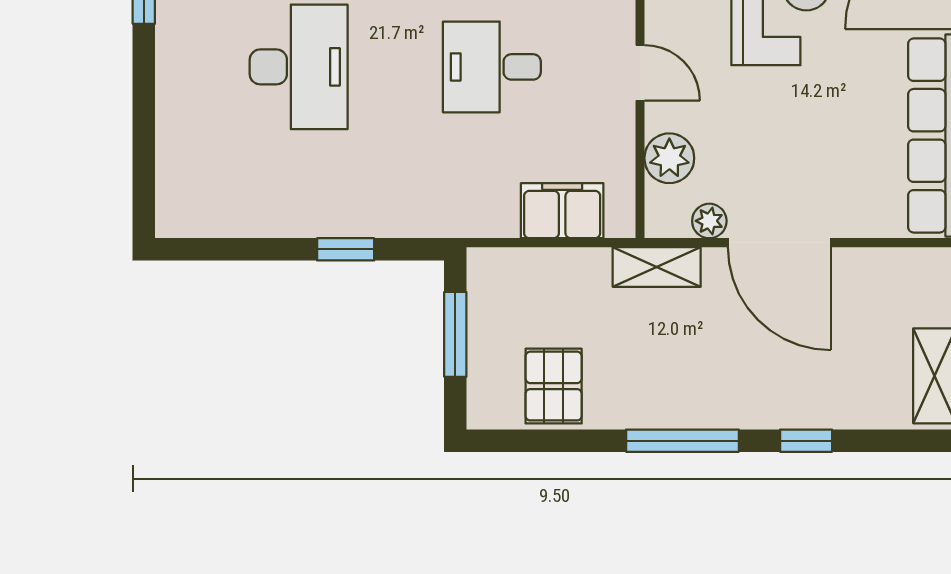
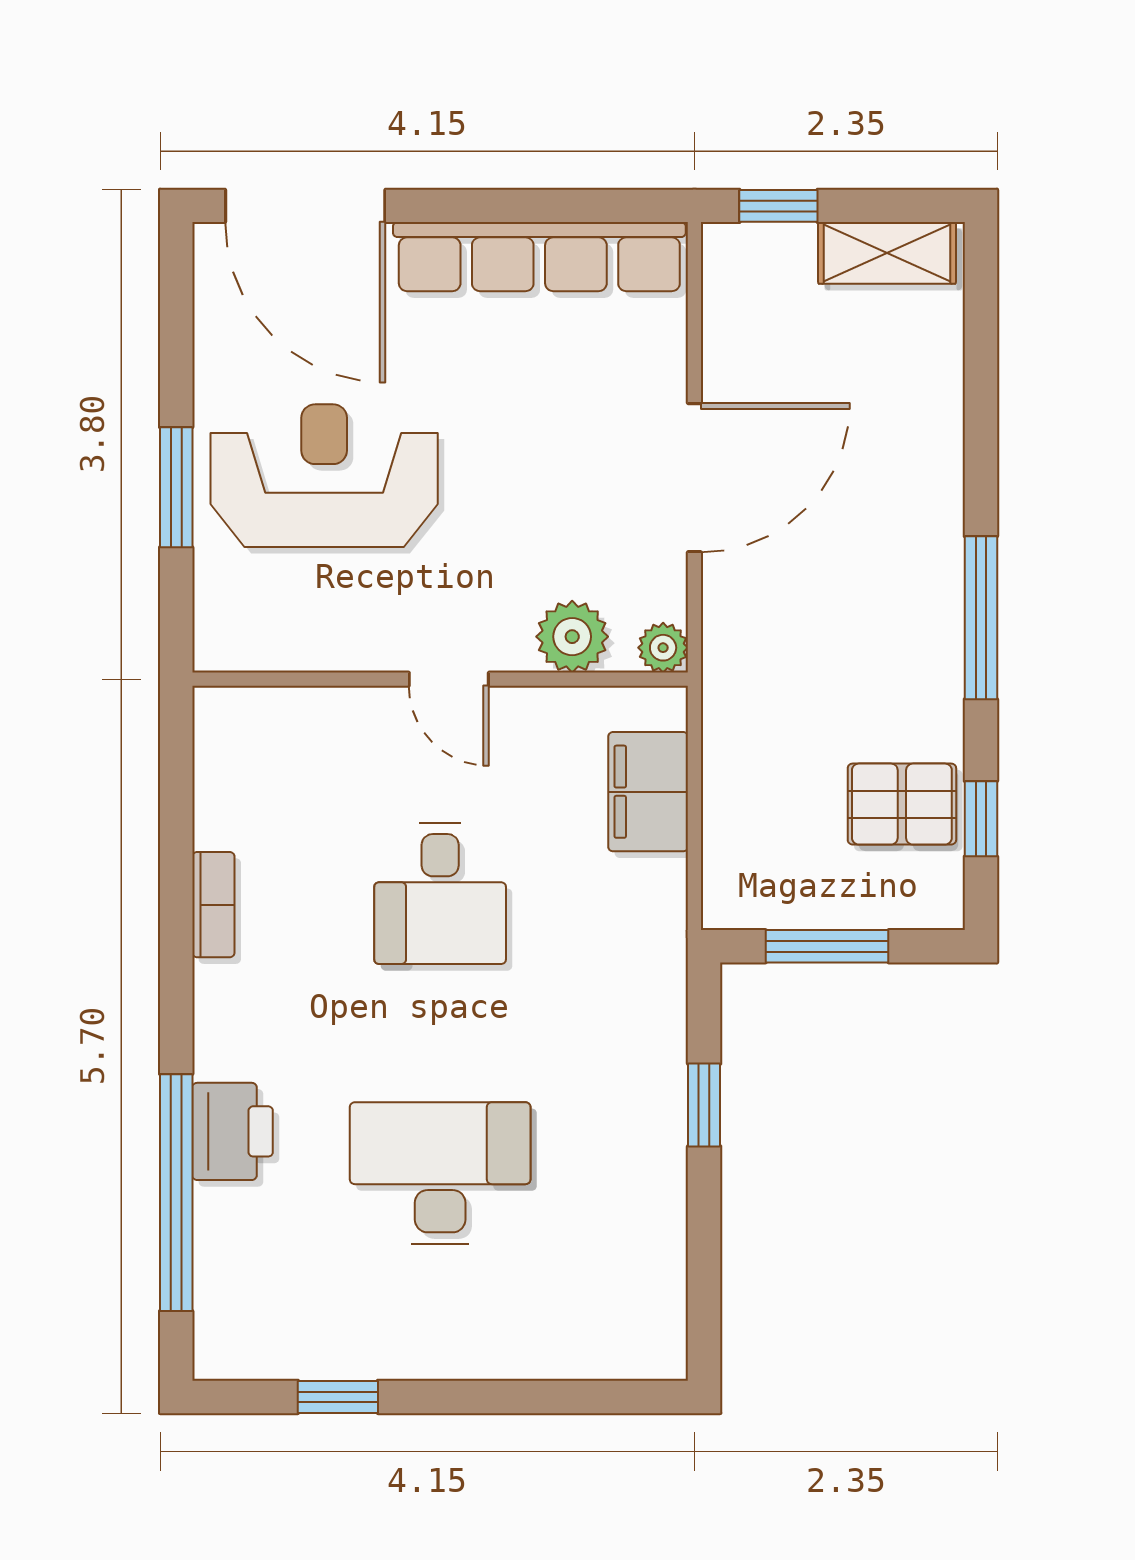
door: (640, 73) -> (449, 679), swing flipped
plant: (709, 221) -> (663, 648), moved
shelving: (657, 267) -> (730, 655), removed
window: (806, 441) -> (981, 819), moved

